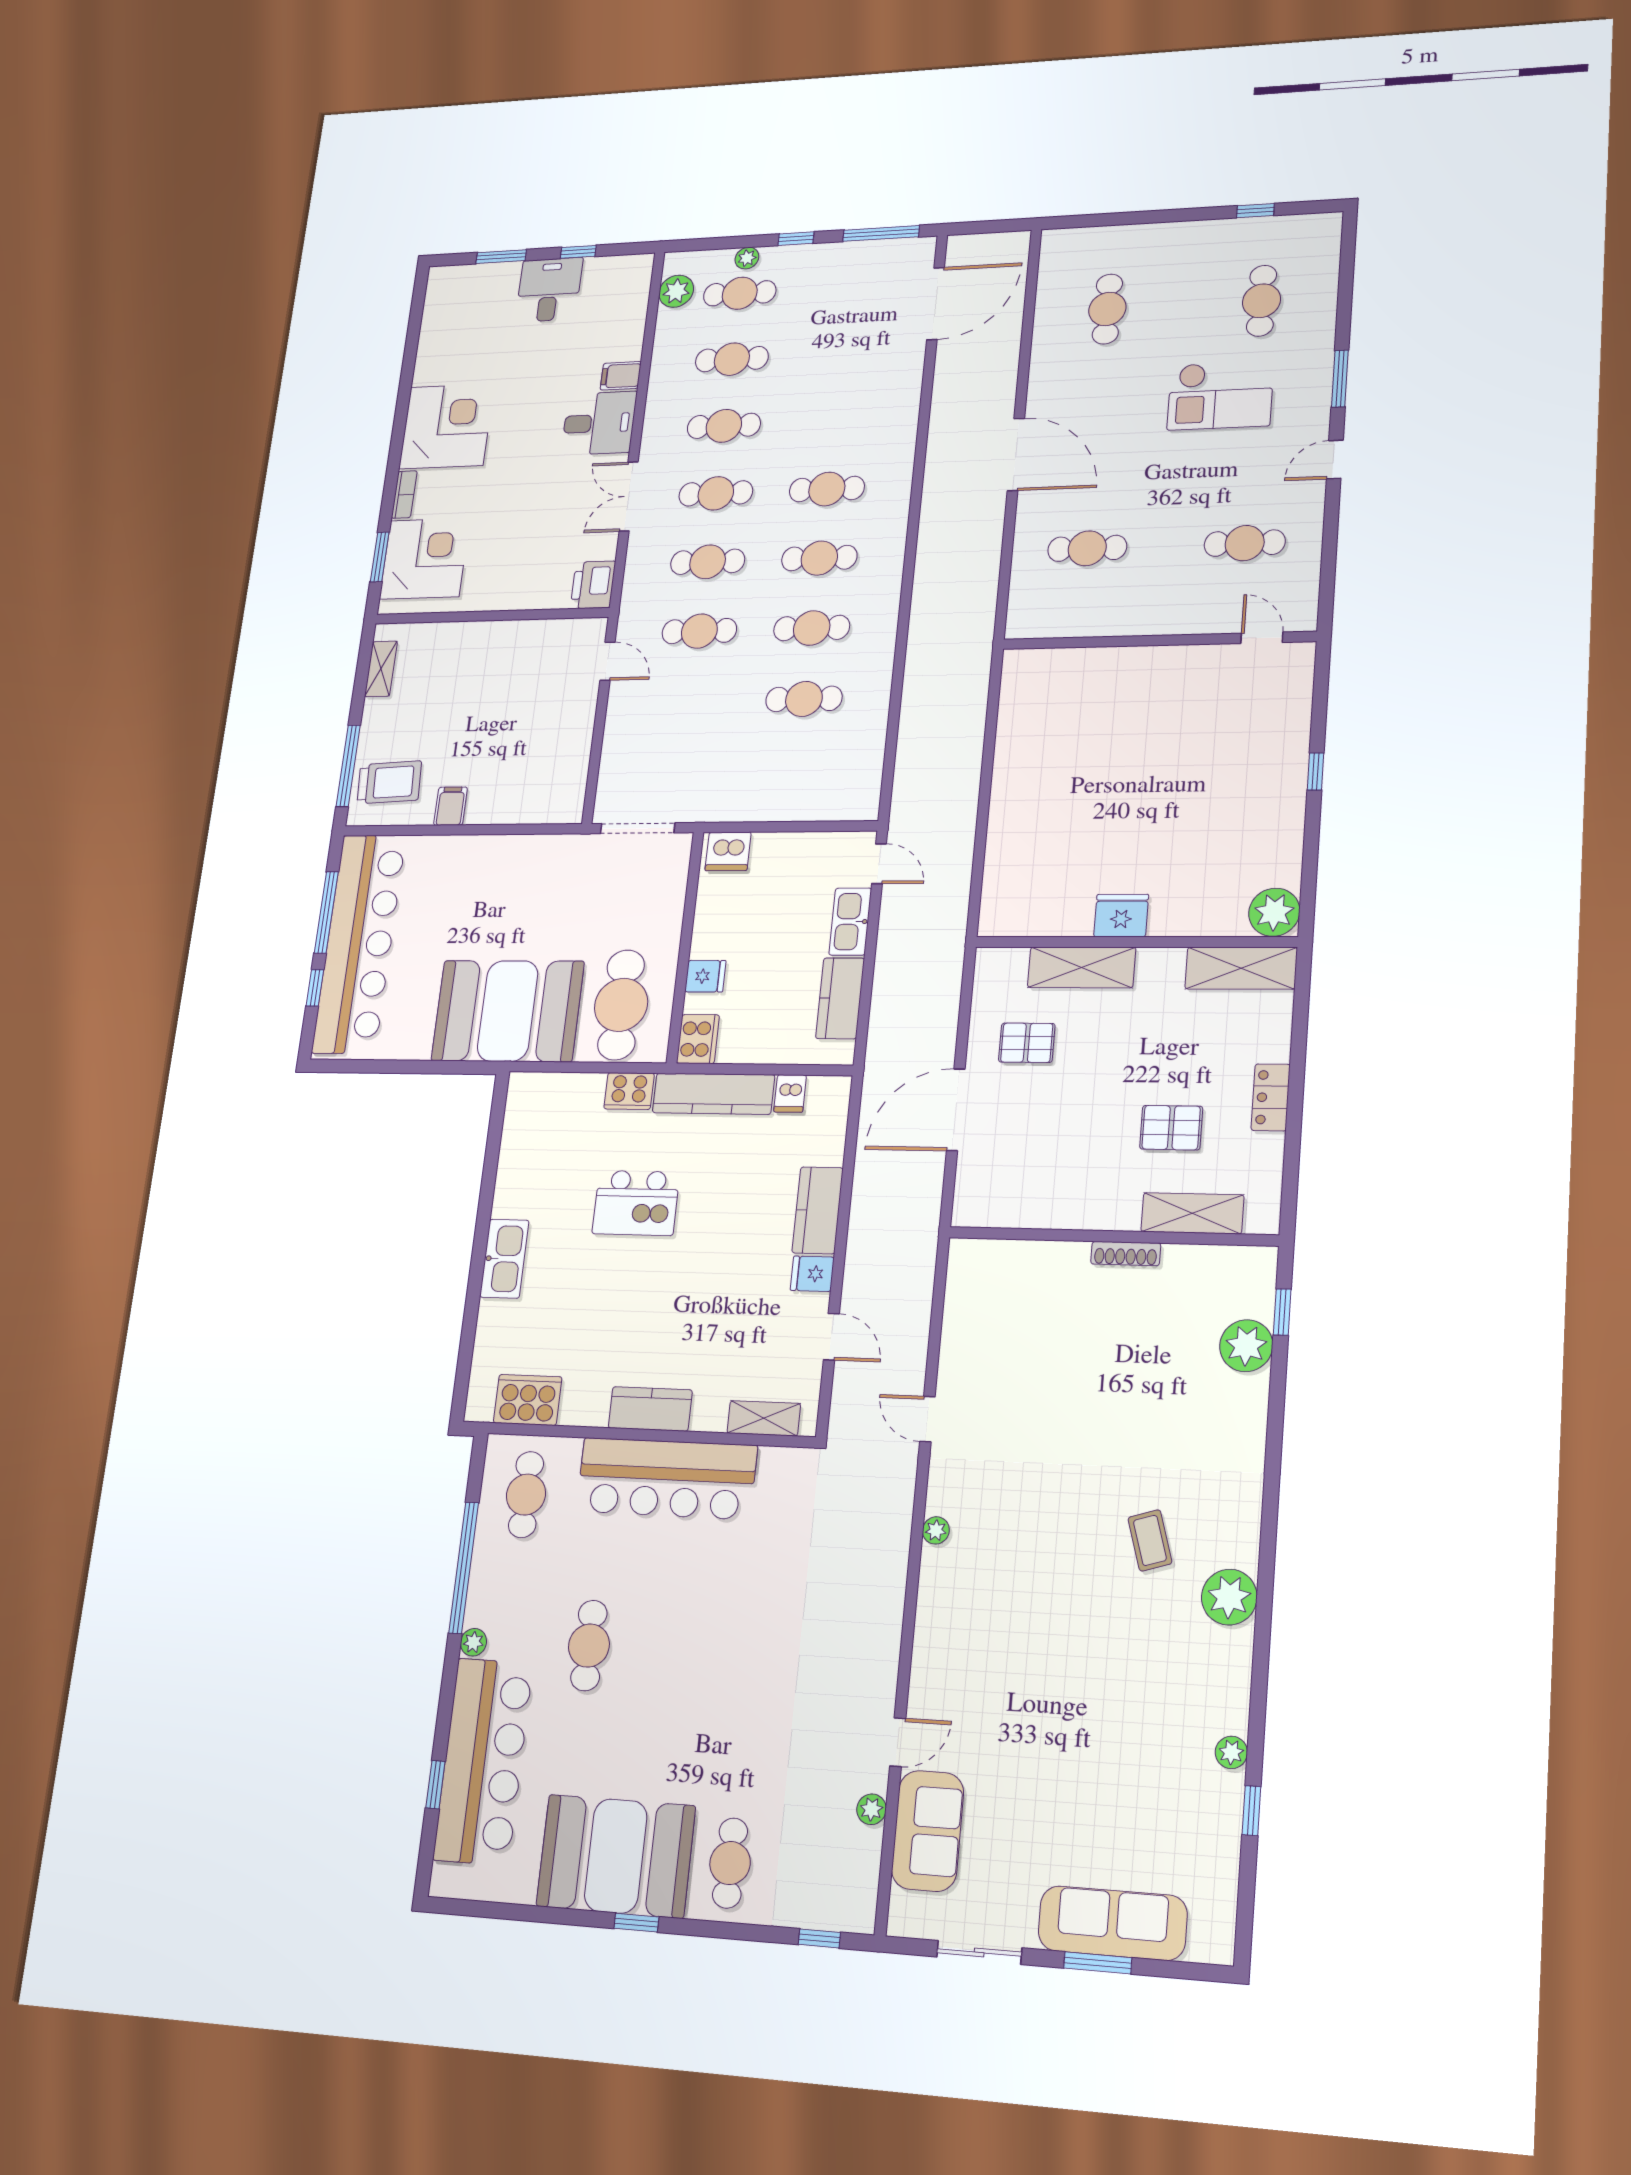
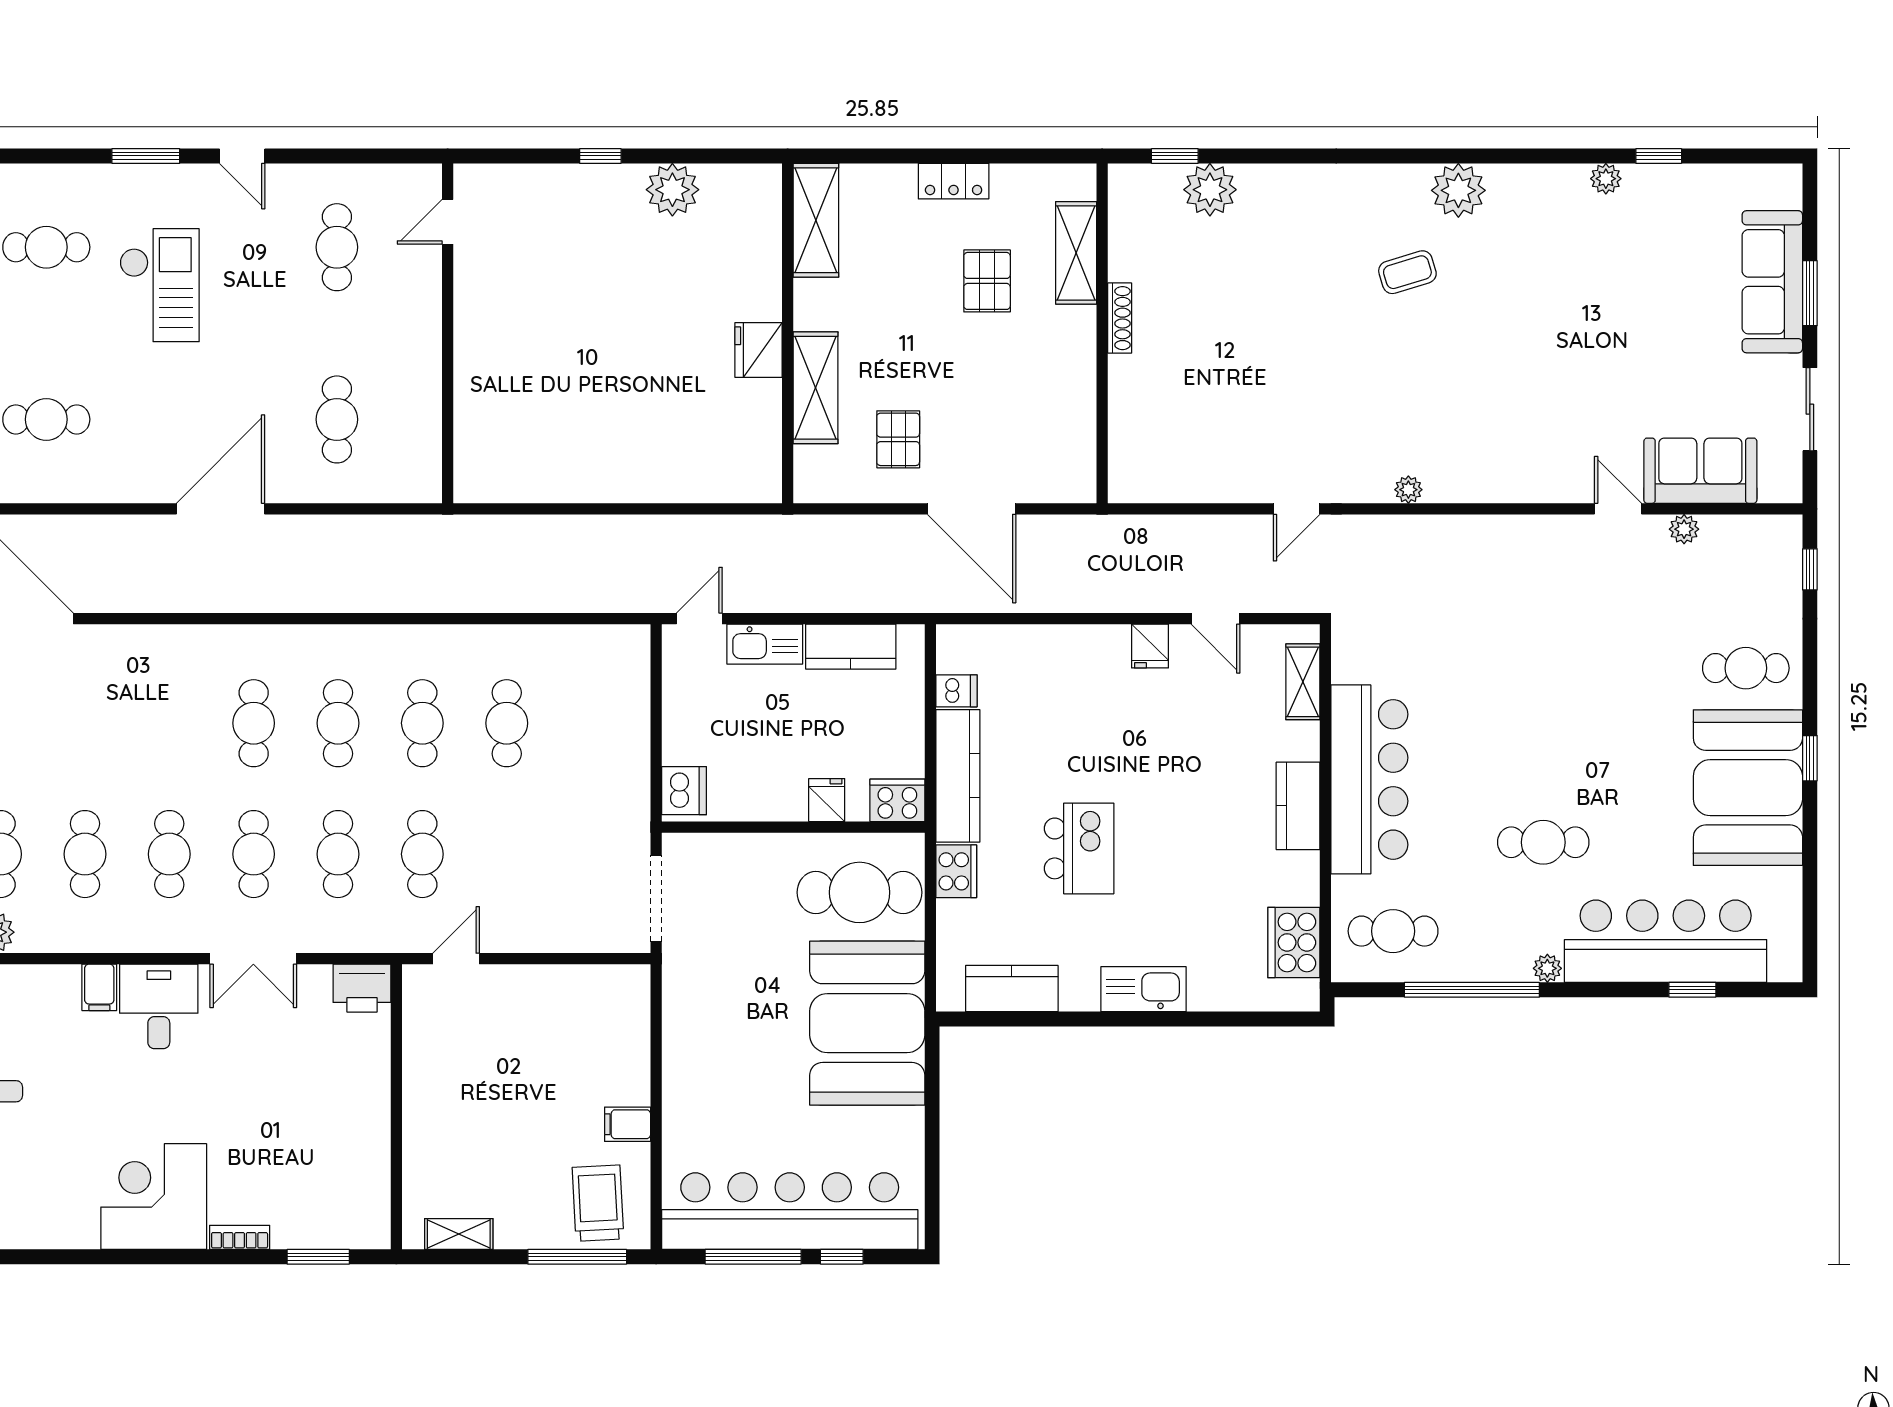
corner desk: (425, 559) -> (322, 1200), removed
plant: (1274, 912) -> (672, 190), moved
kitchen counter: (818, 1210) -> (1012, 989), moved, turned 180
door: (831, 1337) -> (1215, 619), swing flipped

